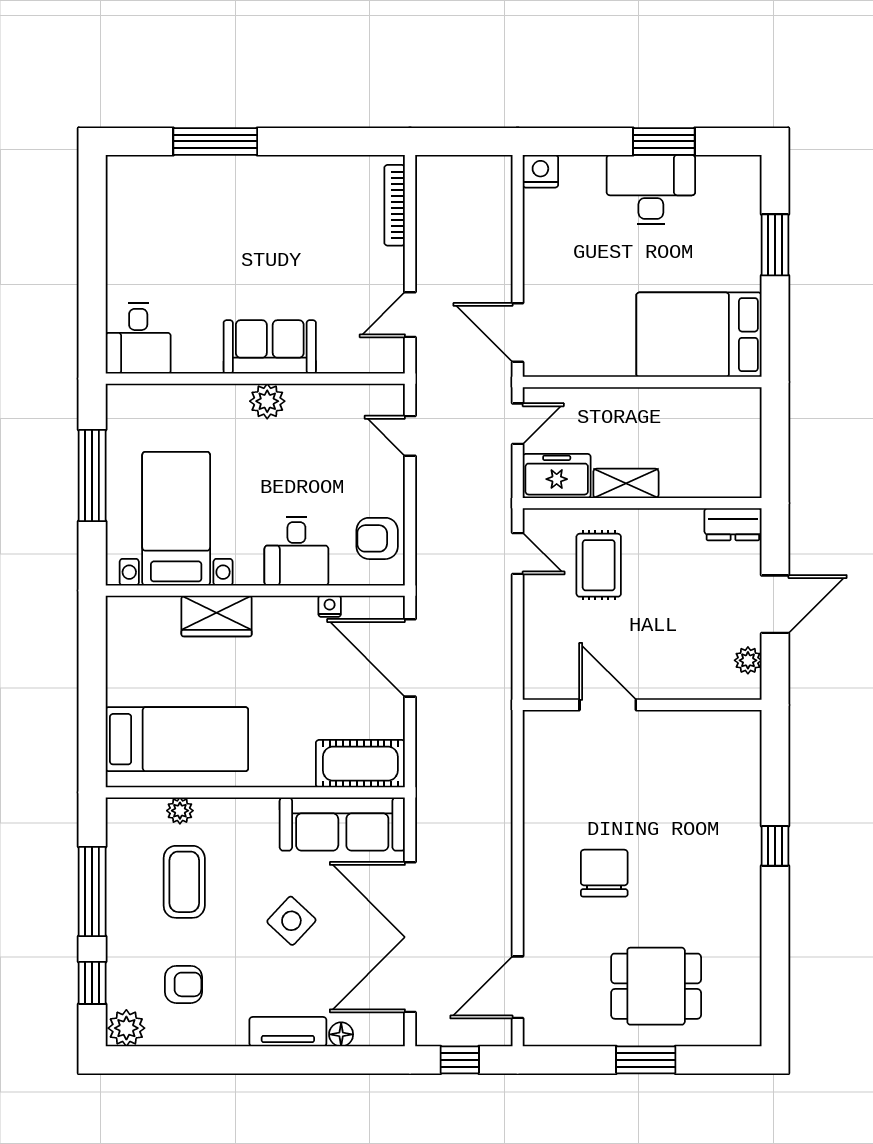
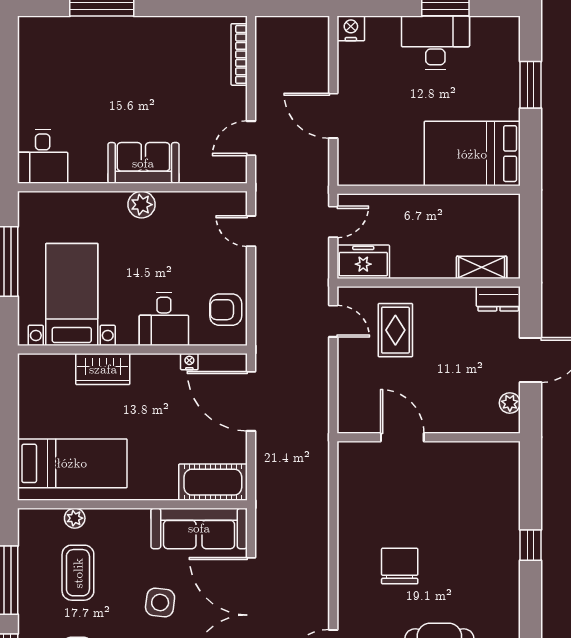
door: (518, 333) -> (333, 116), moved
shelving: (626, 483) -> (482, 267), moved
side table: (291, 921) -> (160, 603), turned -36

